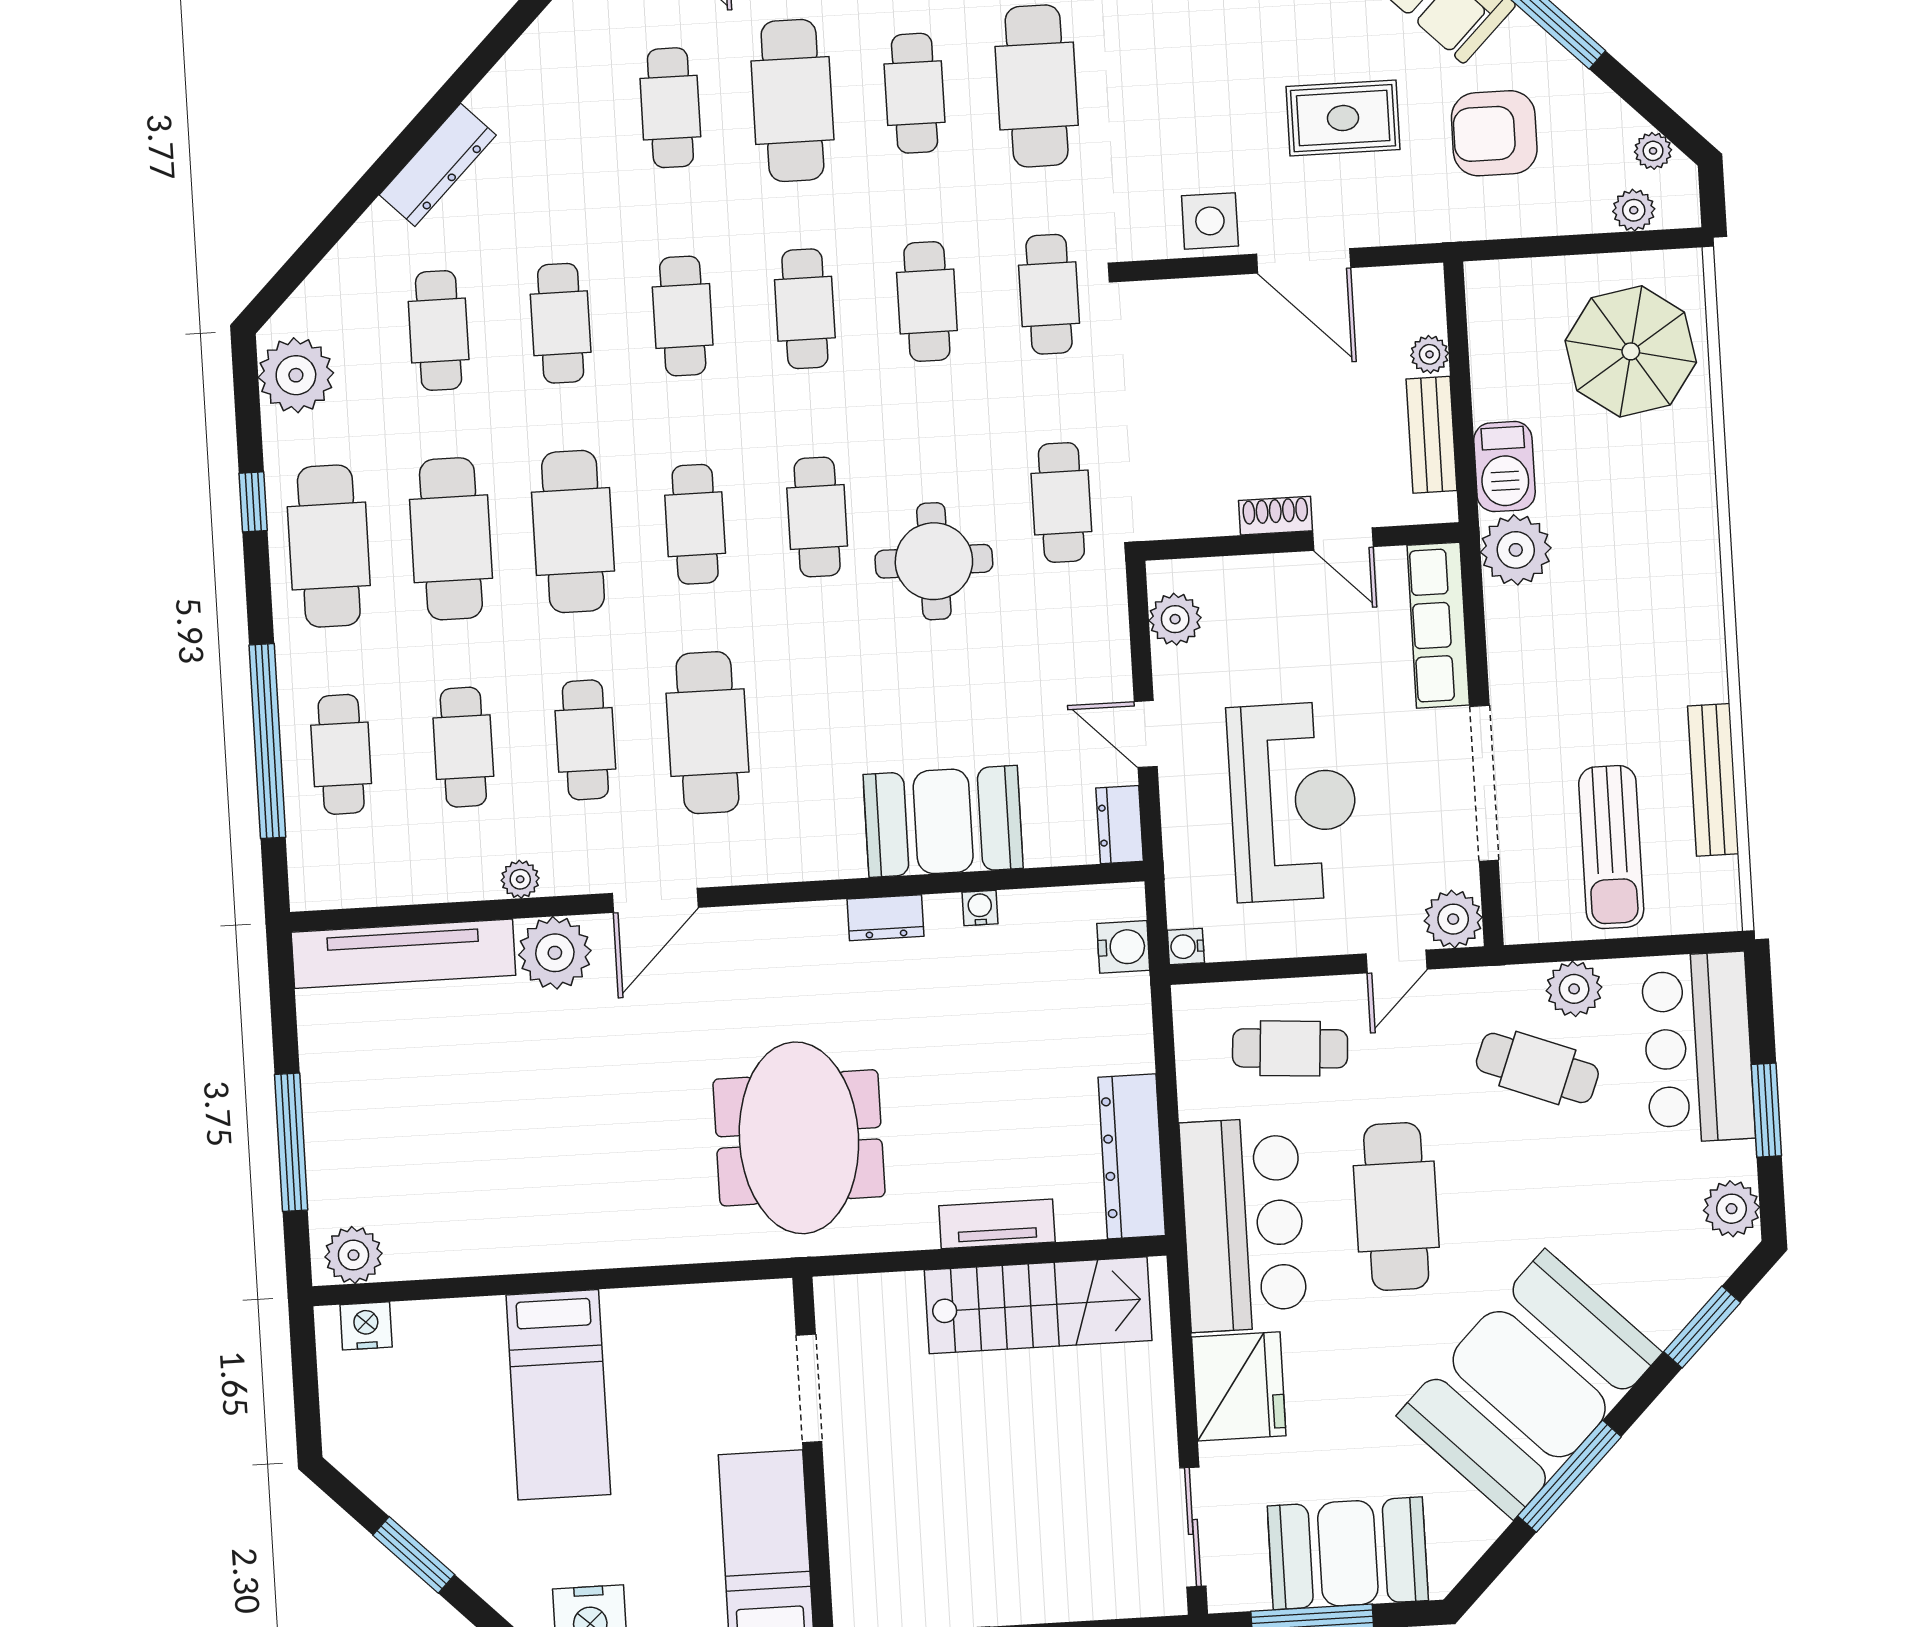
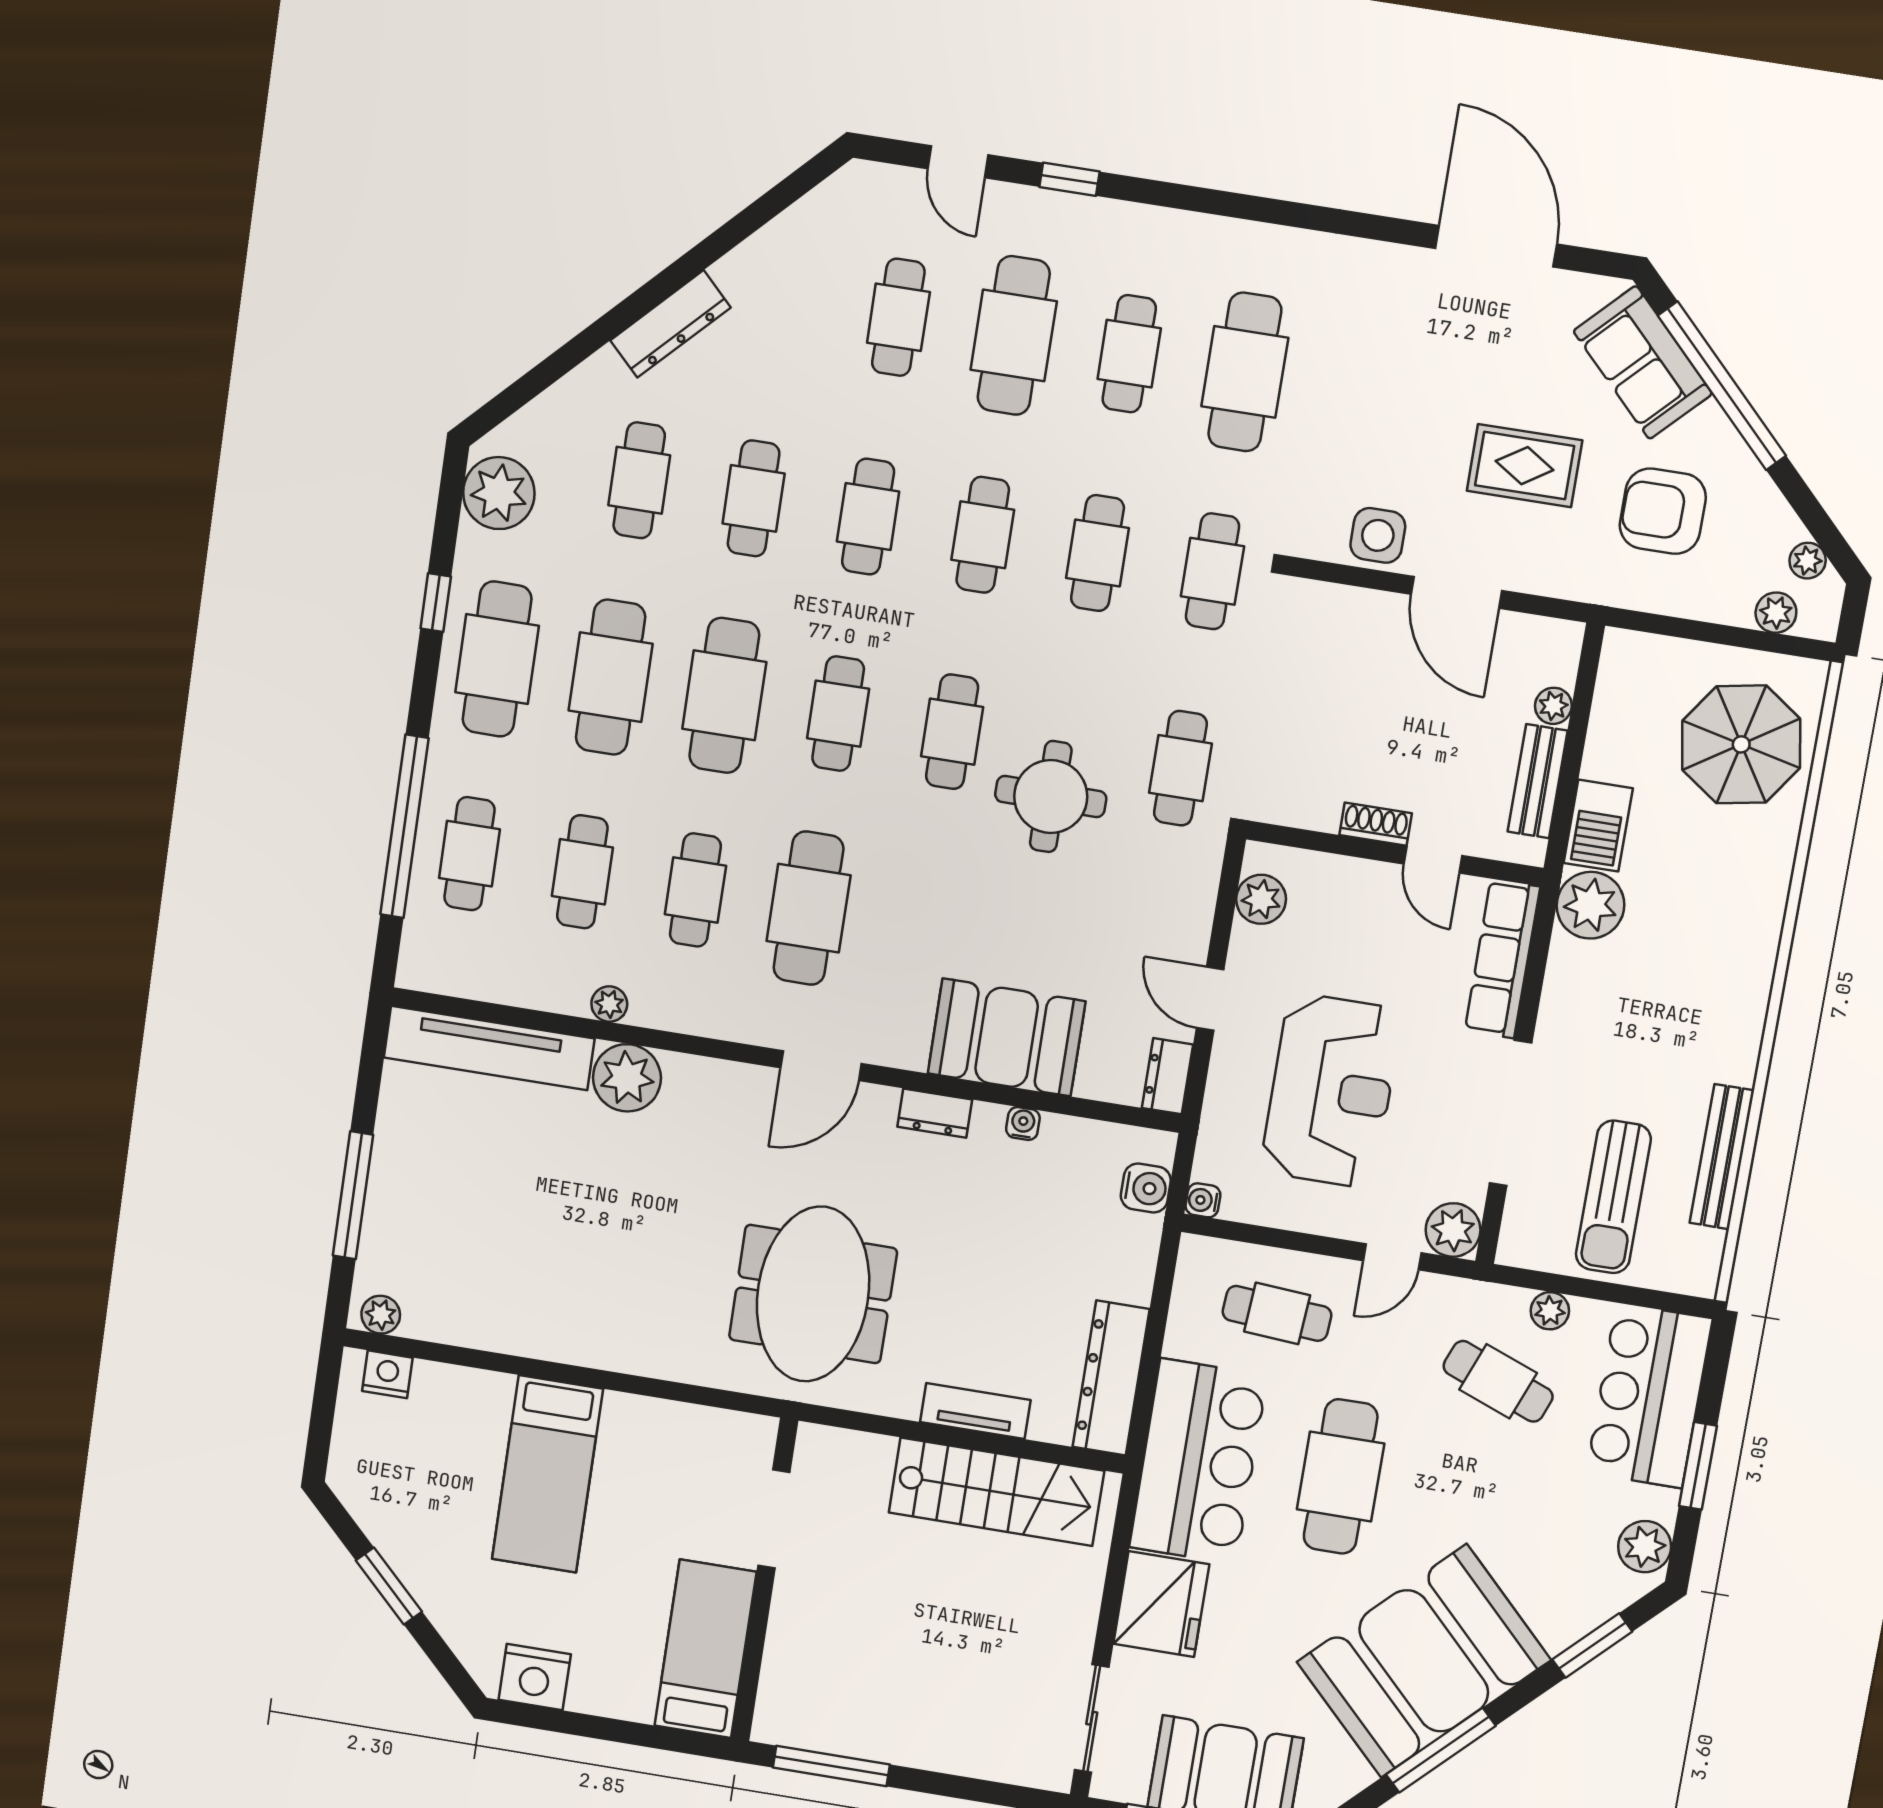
door: (655, 900) -> (821, 1066), moved
plant: (1574, 989) -> (1550, 1311), width x0.73, depth x0.73
plant: (353, 1255) -> (381, 1315), width x0.73, depth x0.73

